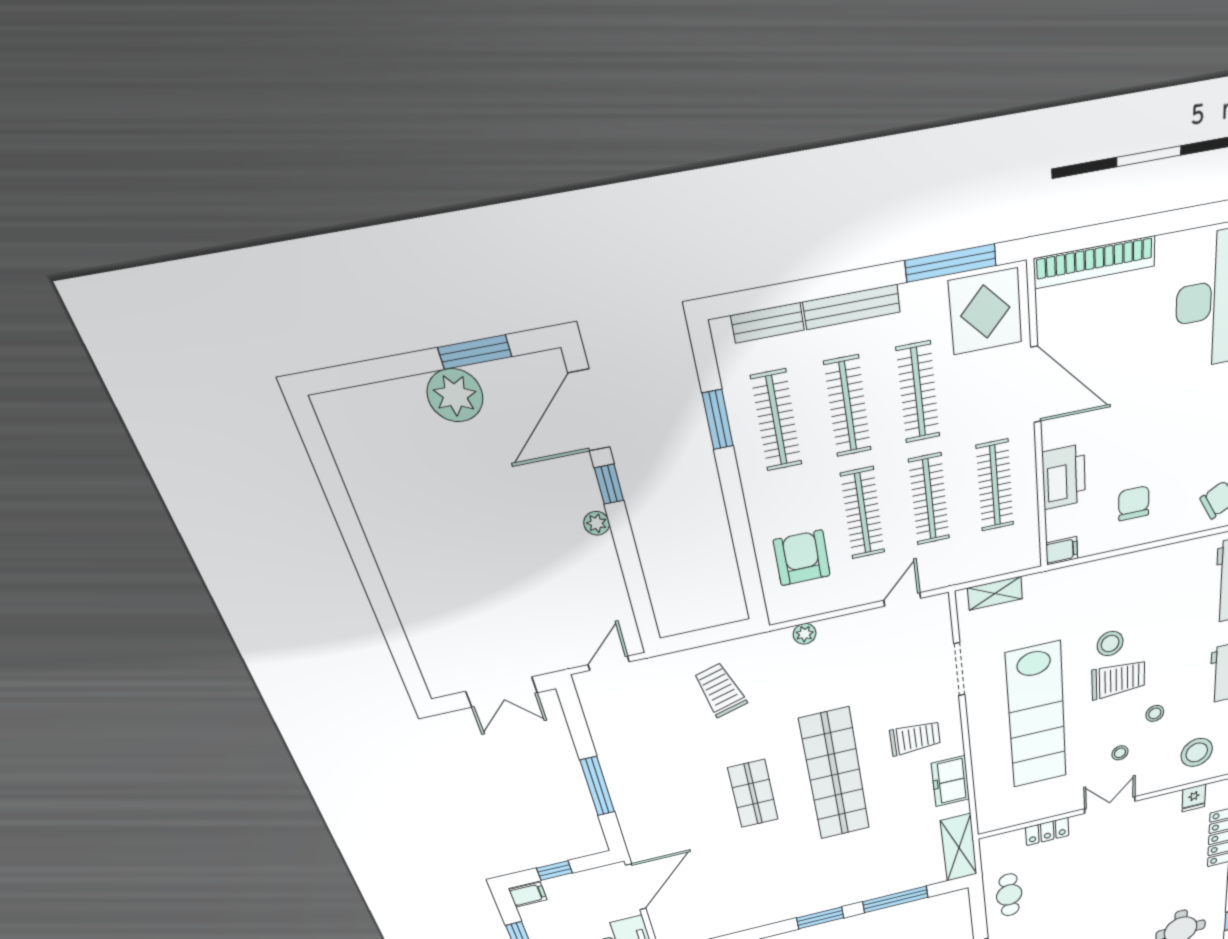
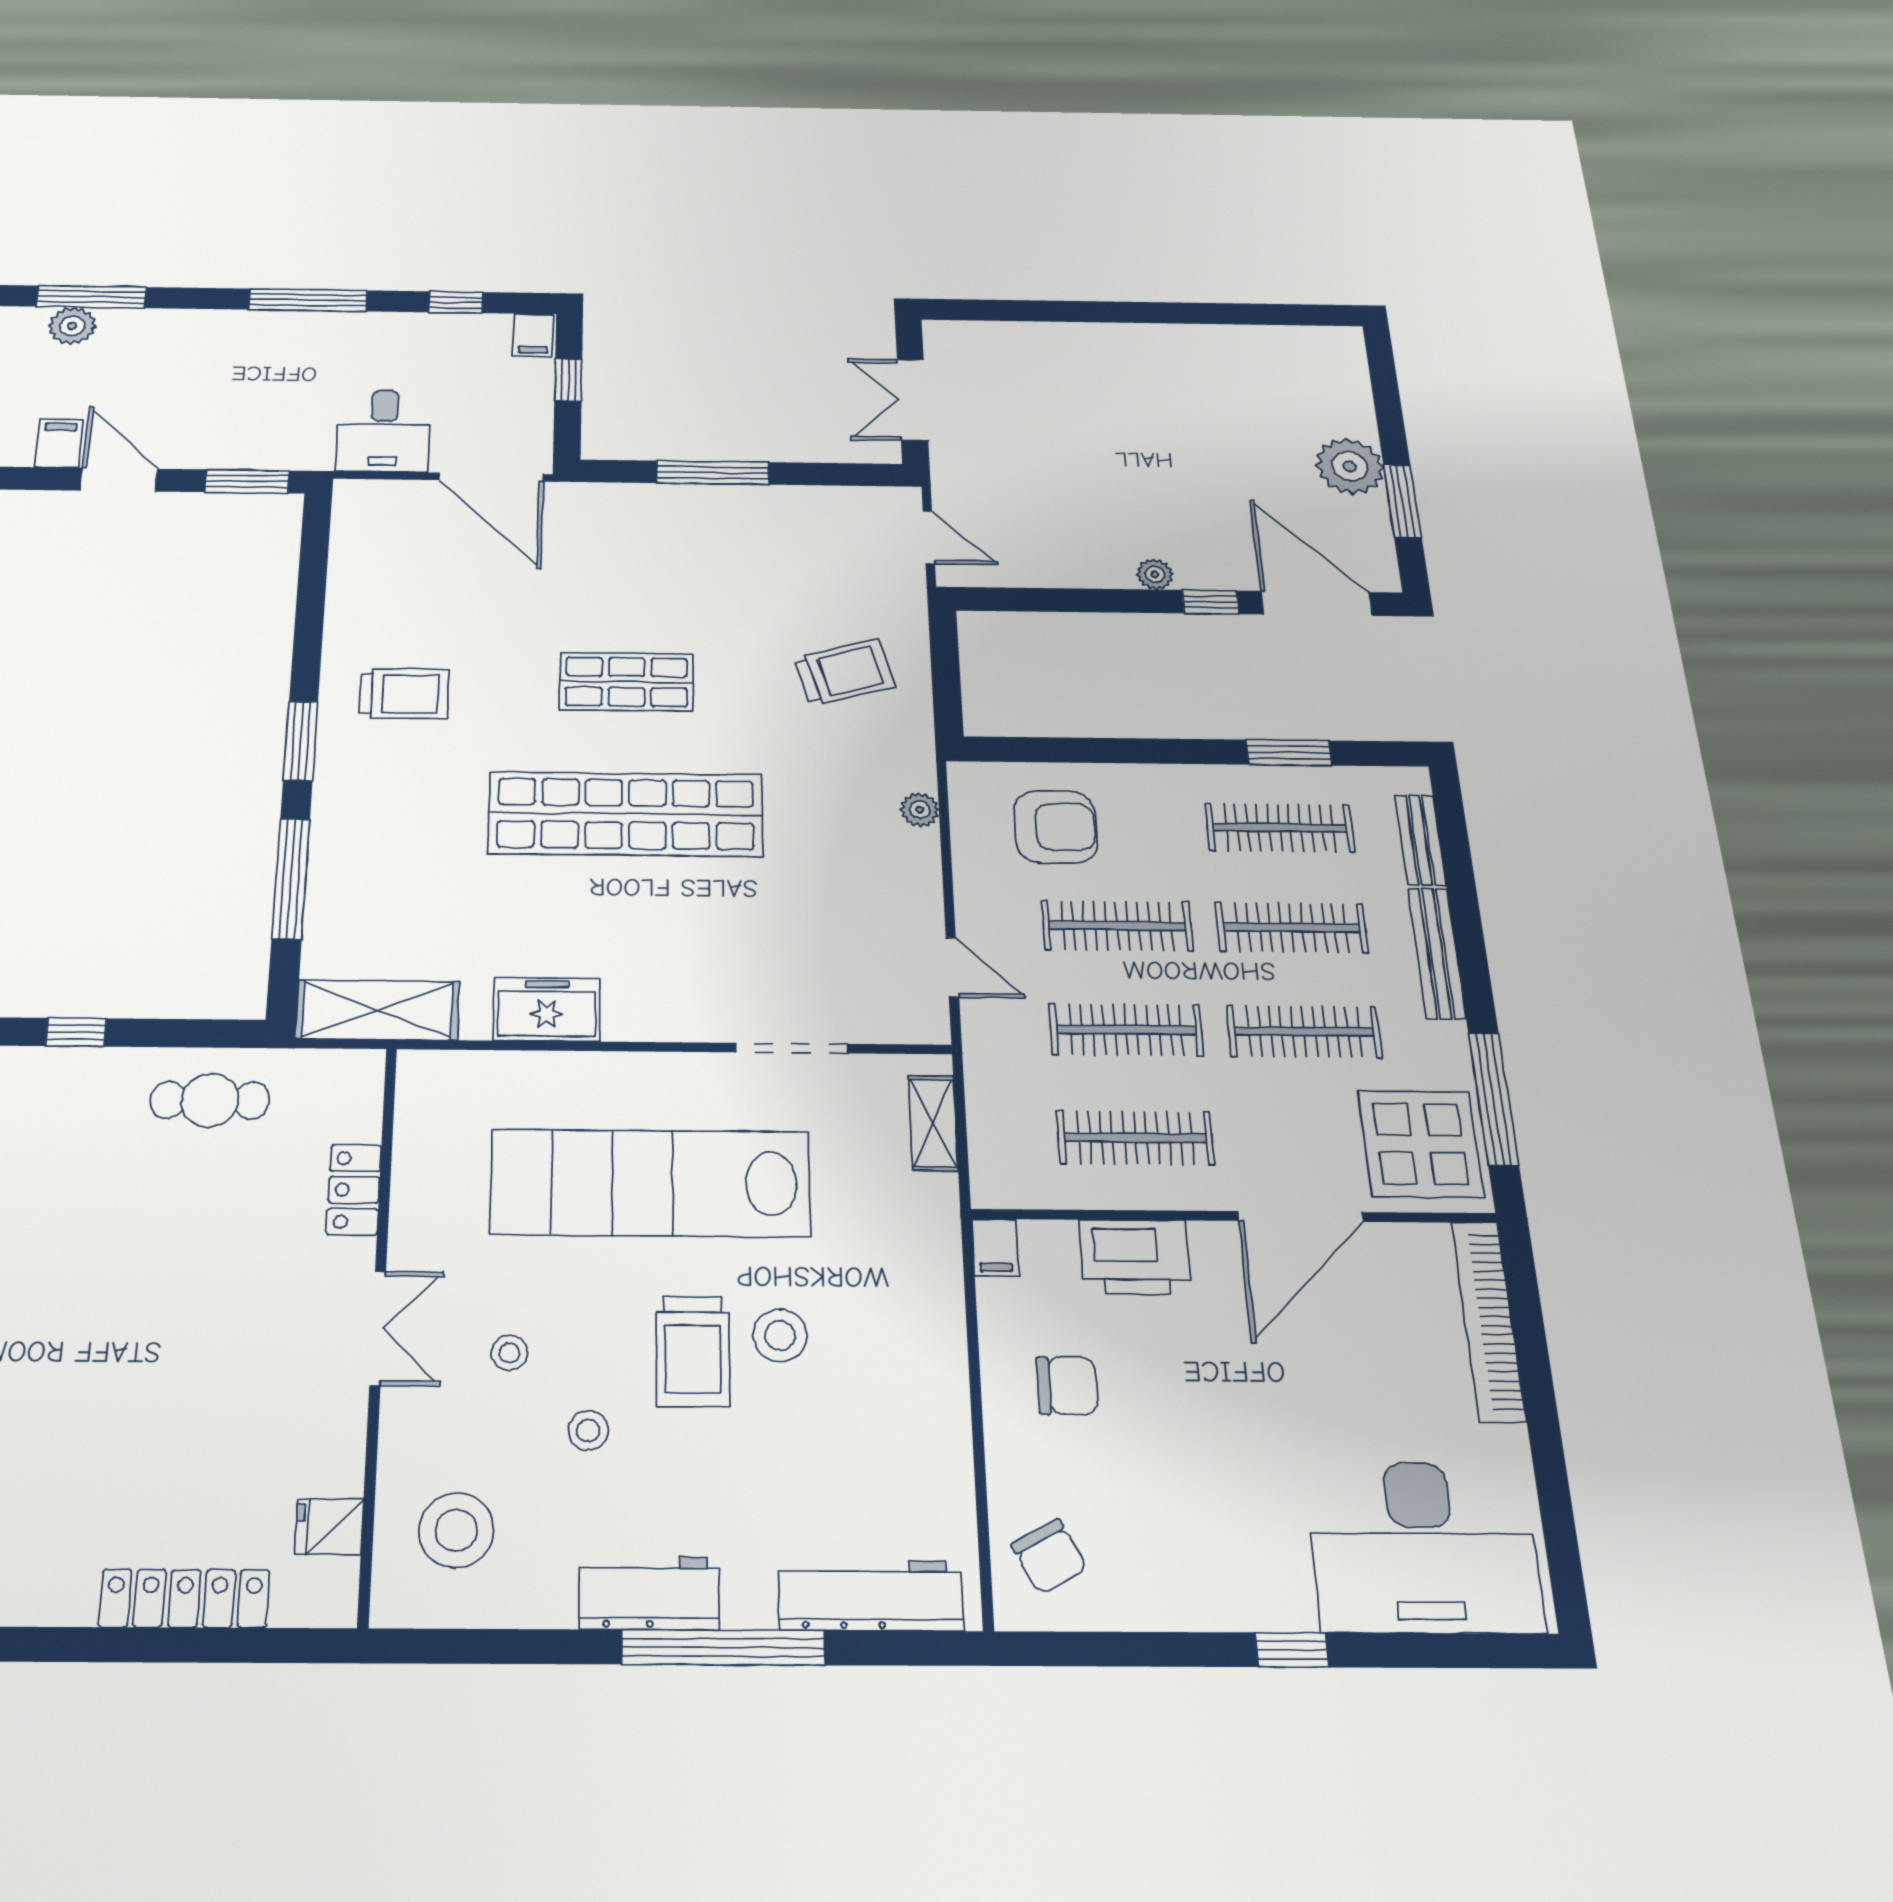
trolley: (915, 738) -> (404, 694), moved, turned -90

